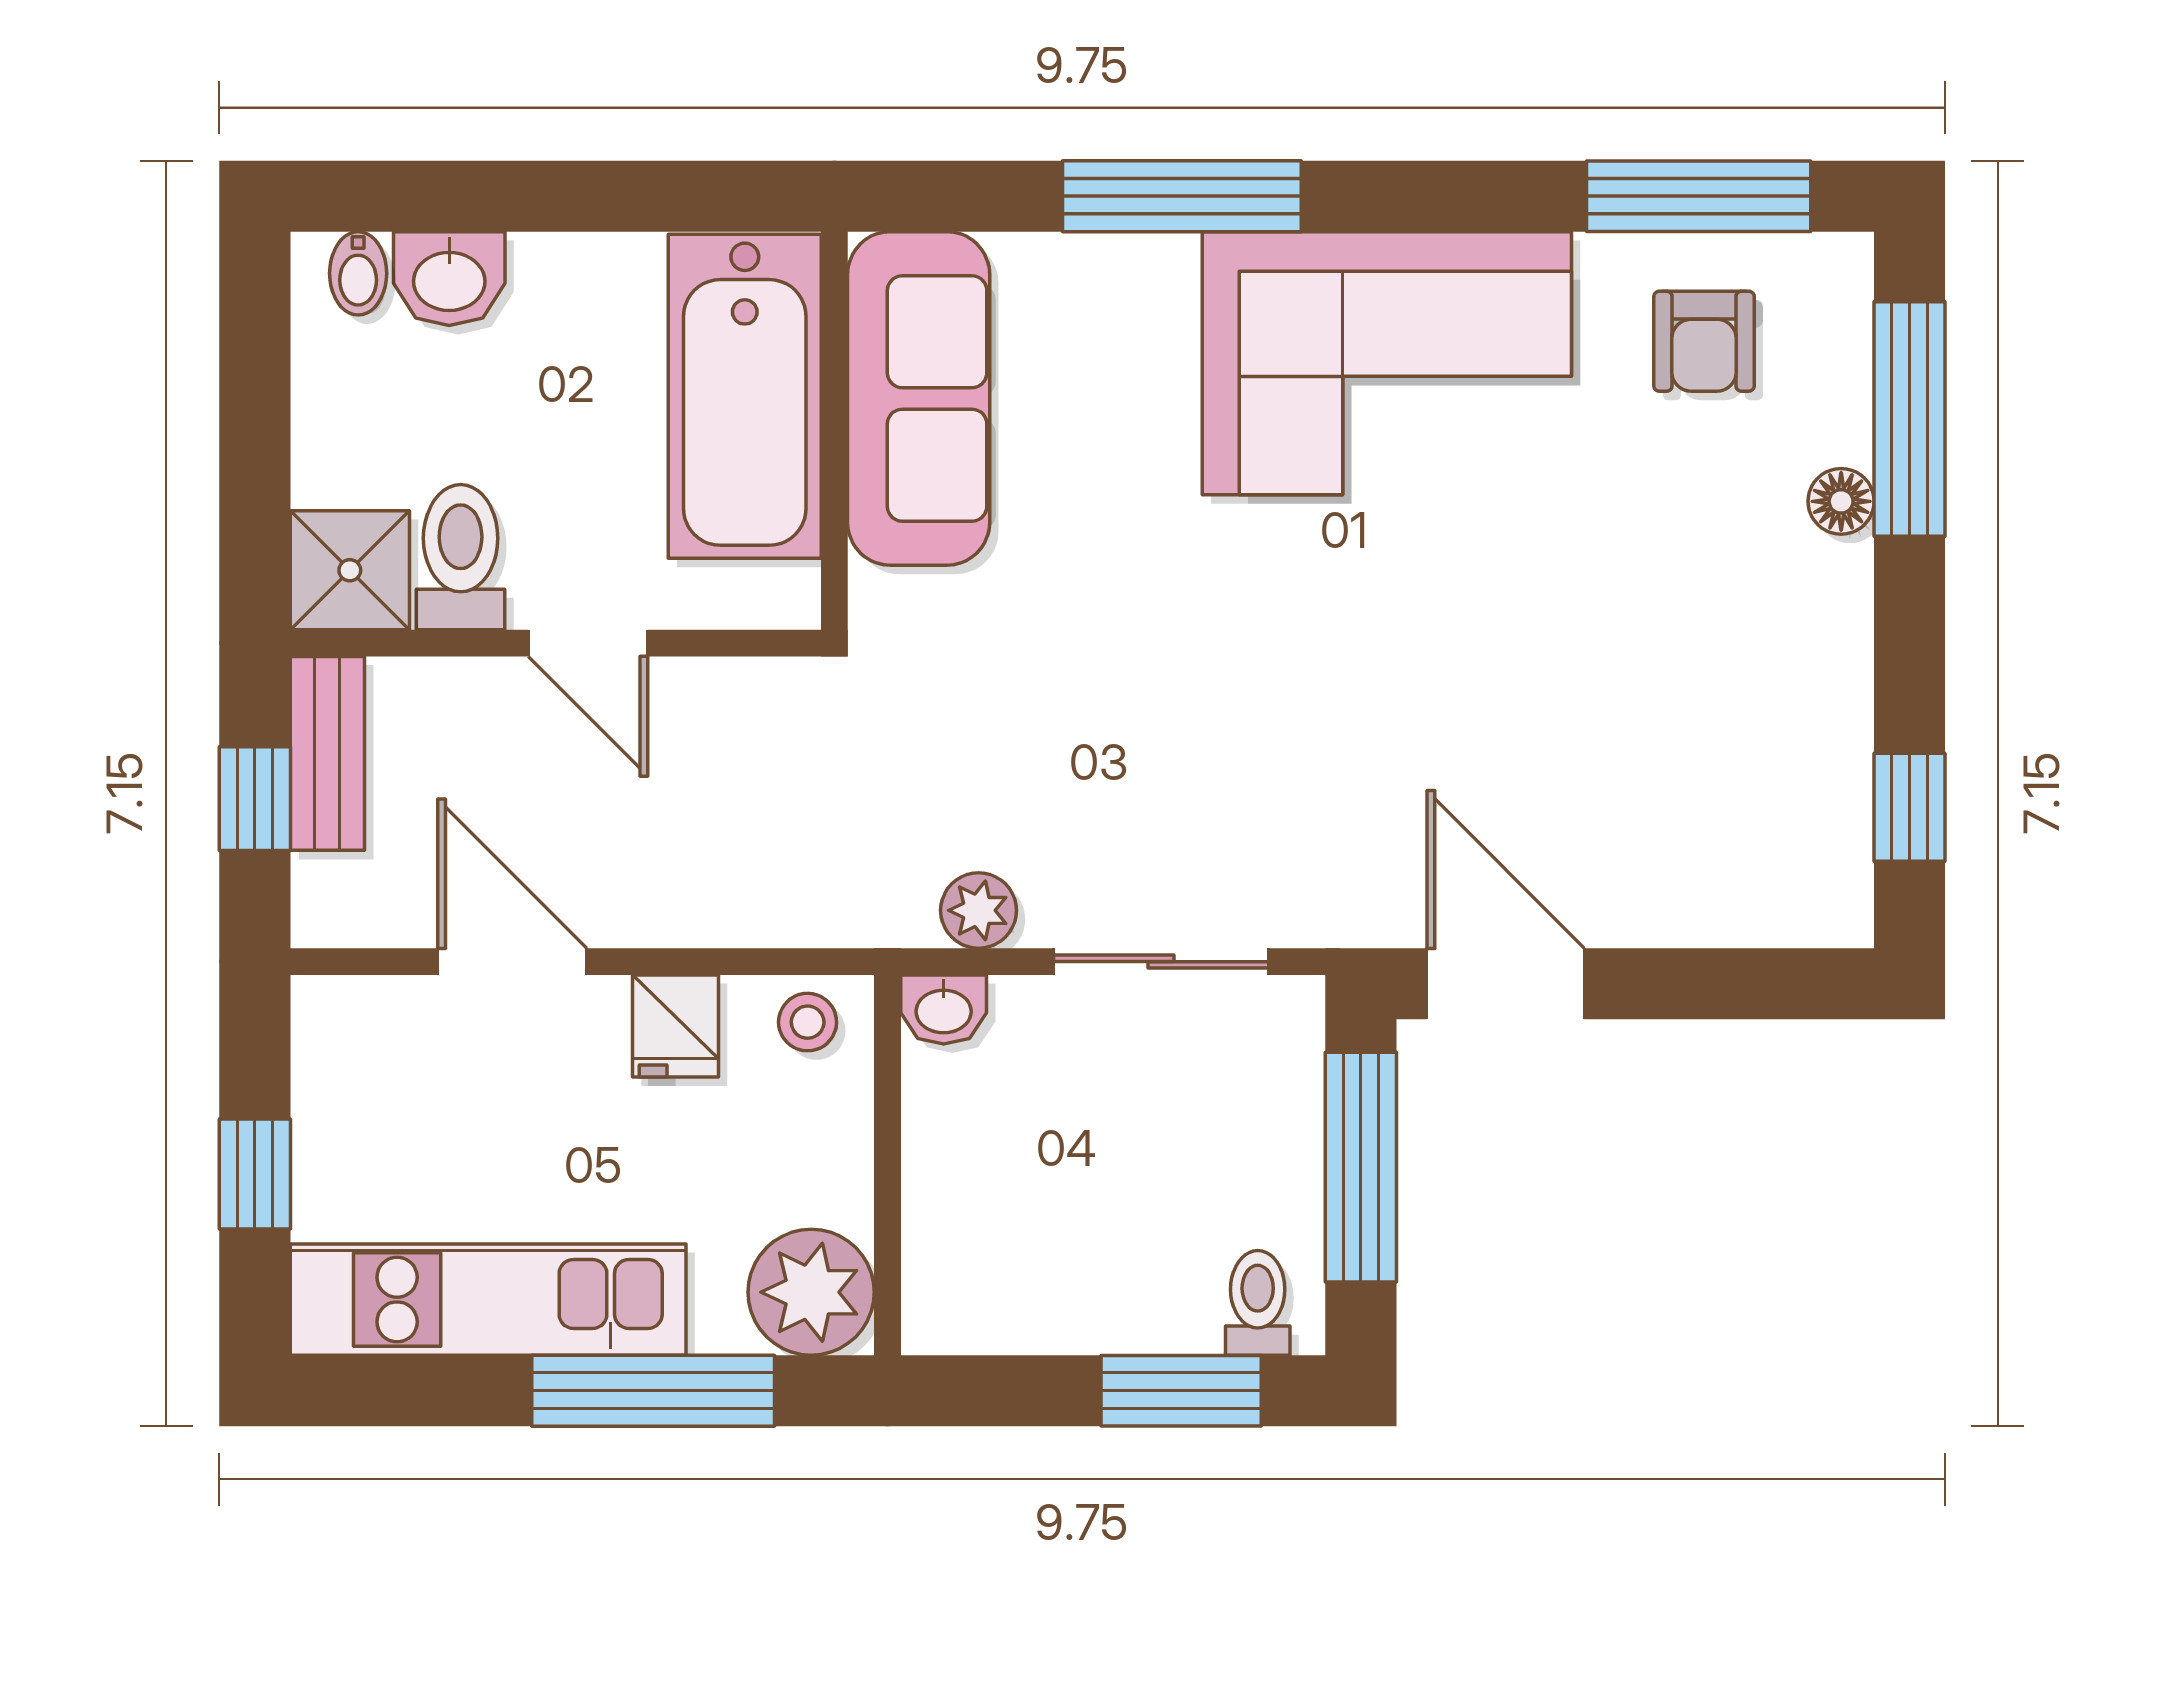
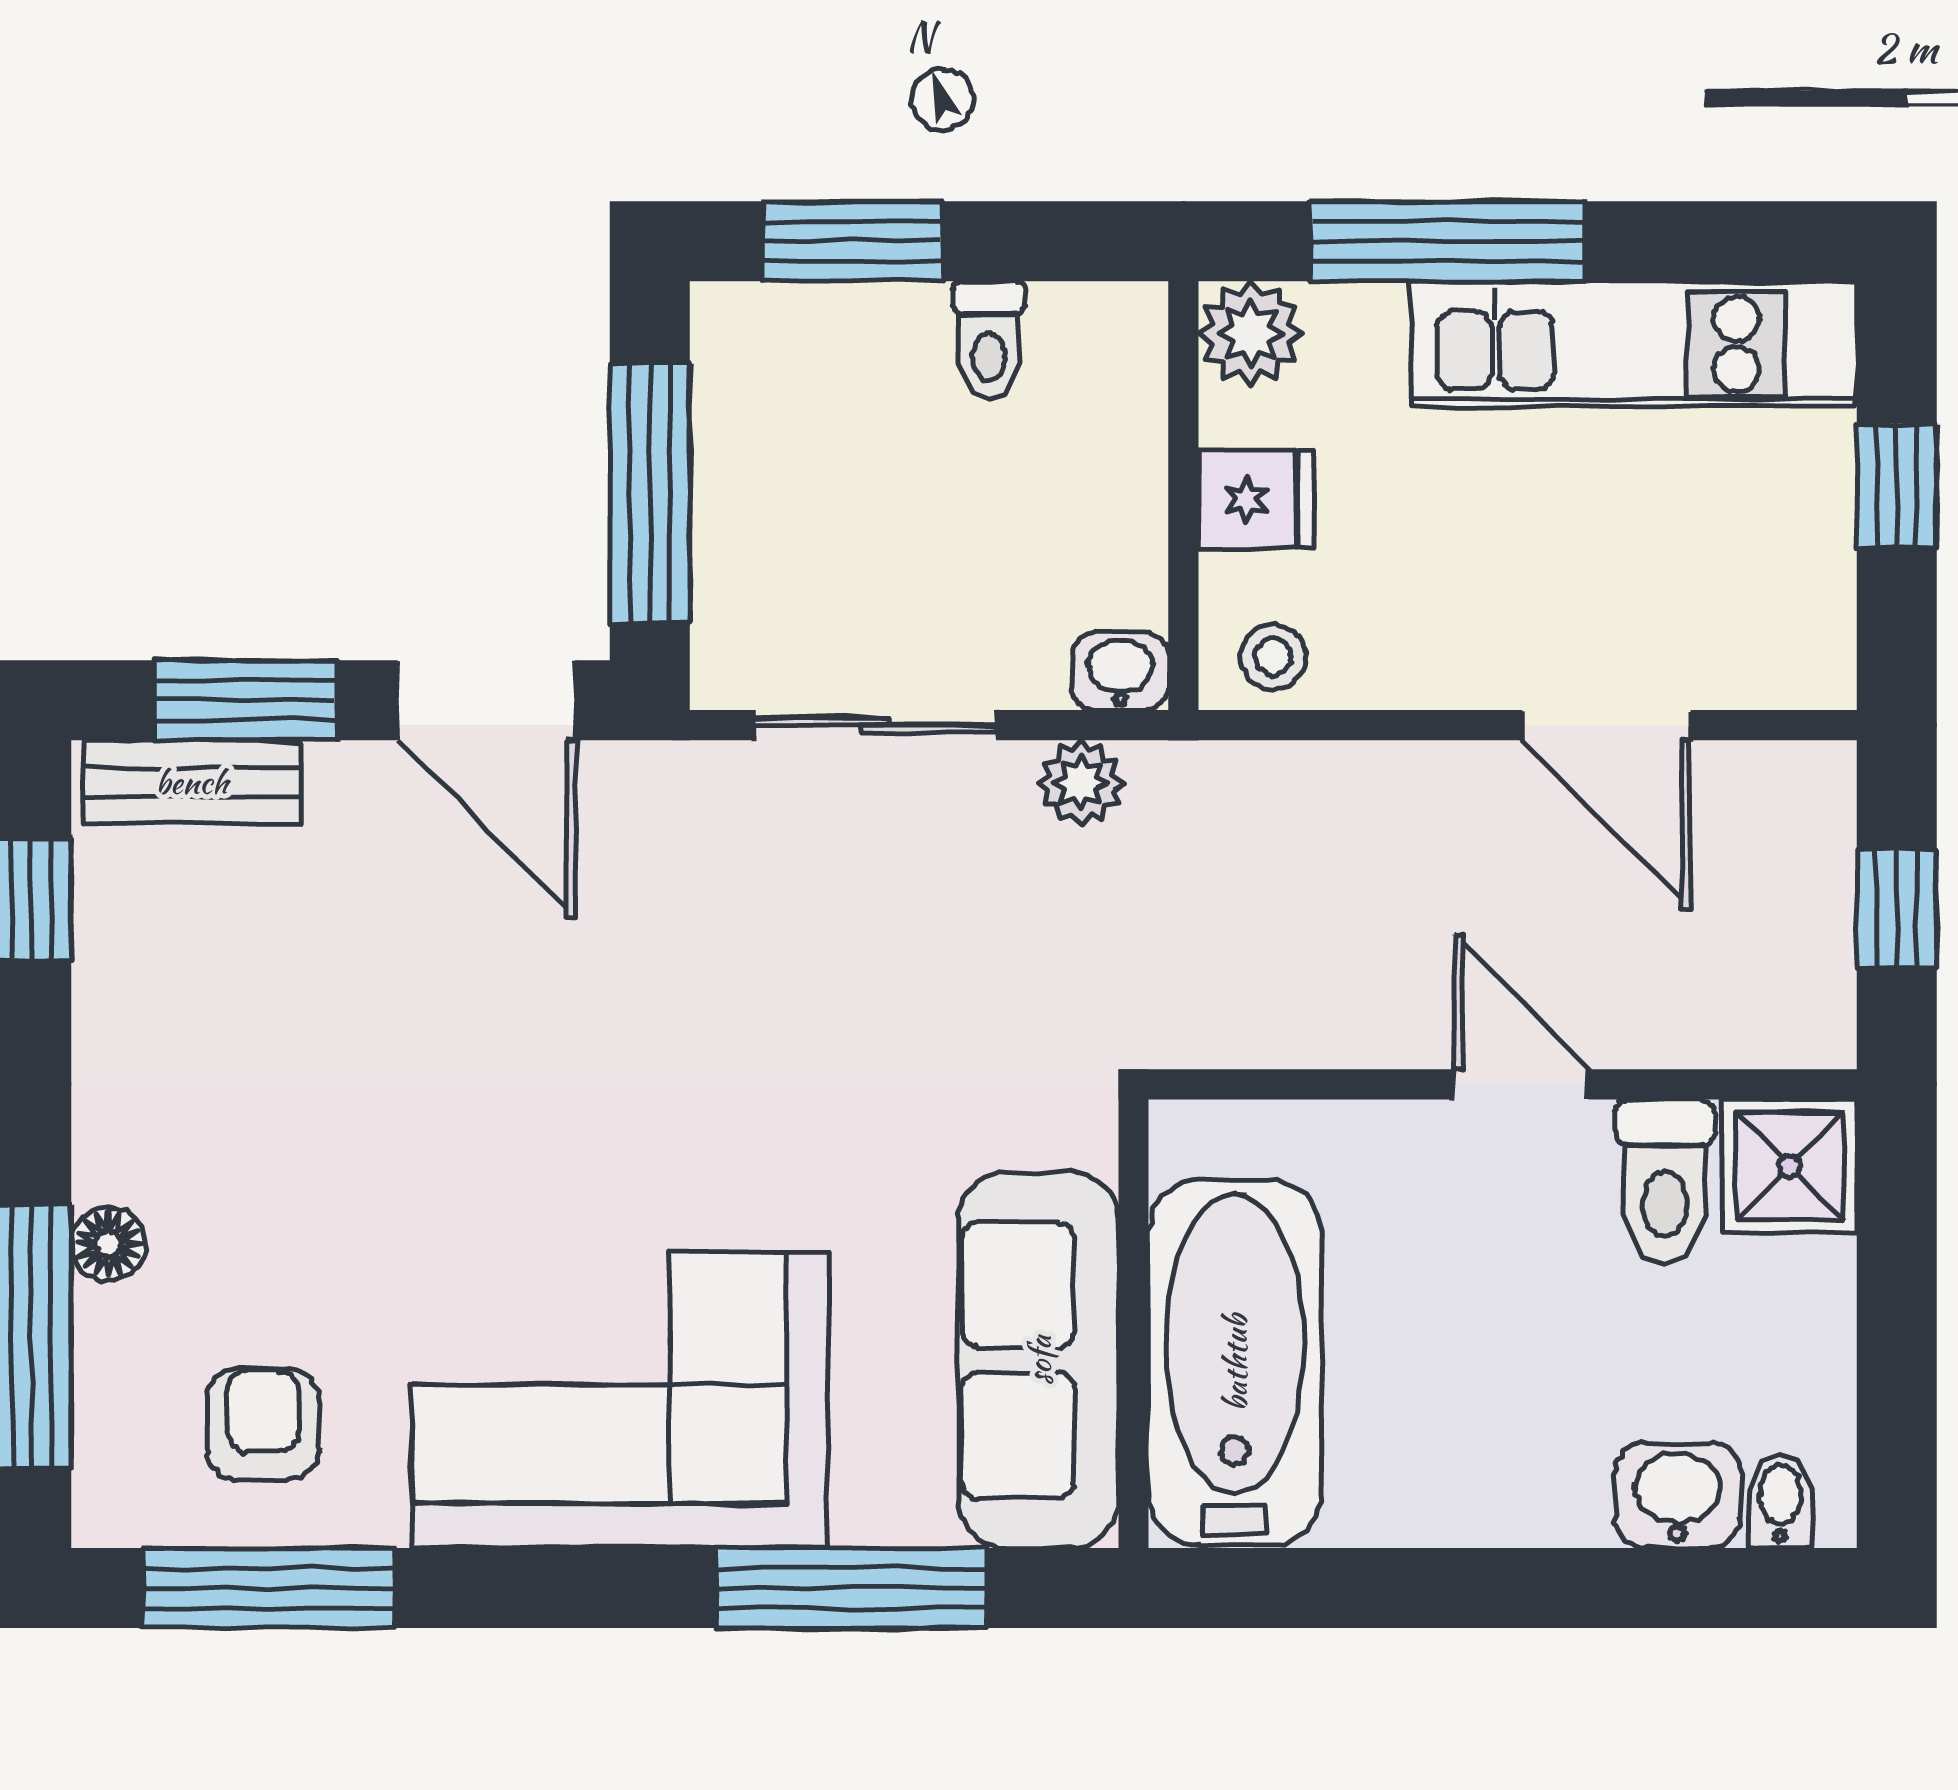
bathtub: (745, 396) -> (1235, 1363), moved
sofa: (919, 398) -> (1039, 1360), moved
wall: (834, 431) -> (1134, 1324), moved
bench: (327, 753) -> (192, 782), moved, turned 90
window: (1720, 984) -> (245, 700), added
fridge: (675, 1026) -> (1256, 499), moved, turned 90
plant: (811, 1292) -> (1250, 333), width x0.73, depth x0.73
toilet: (1258, 1303) -> (989, 340), moved

